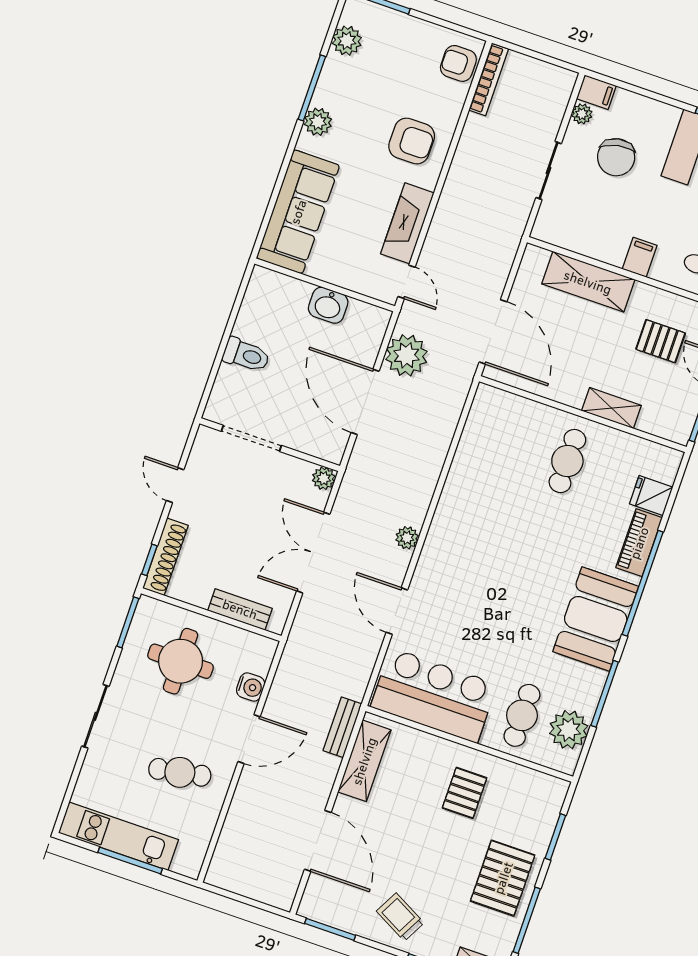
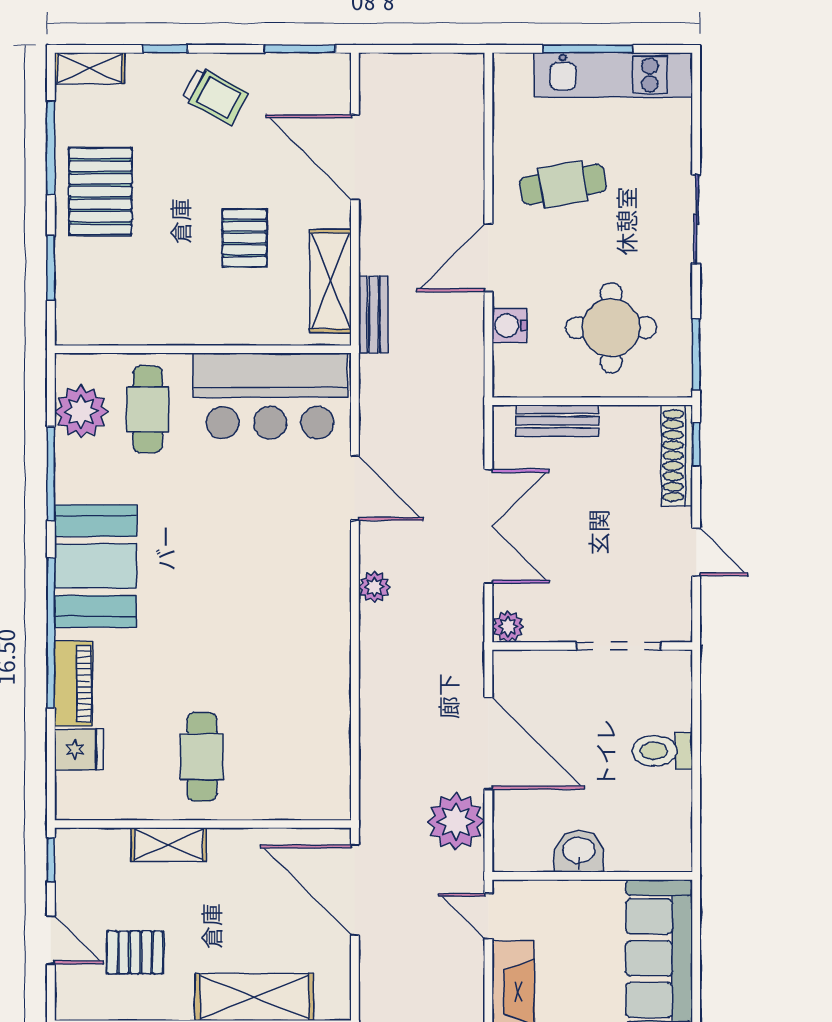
pallet: (465, 793) -> (245, 238), moved

